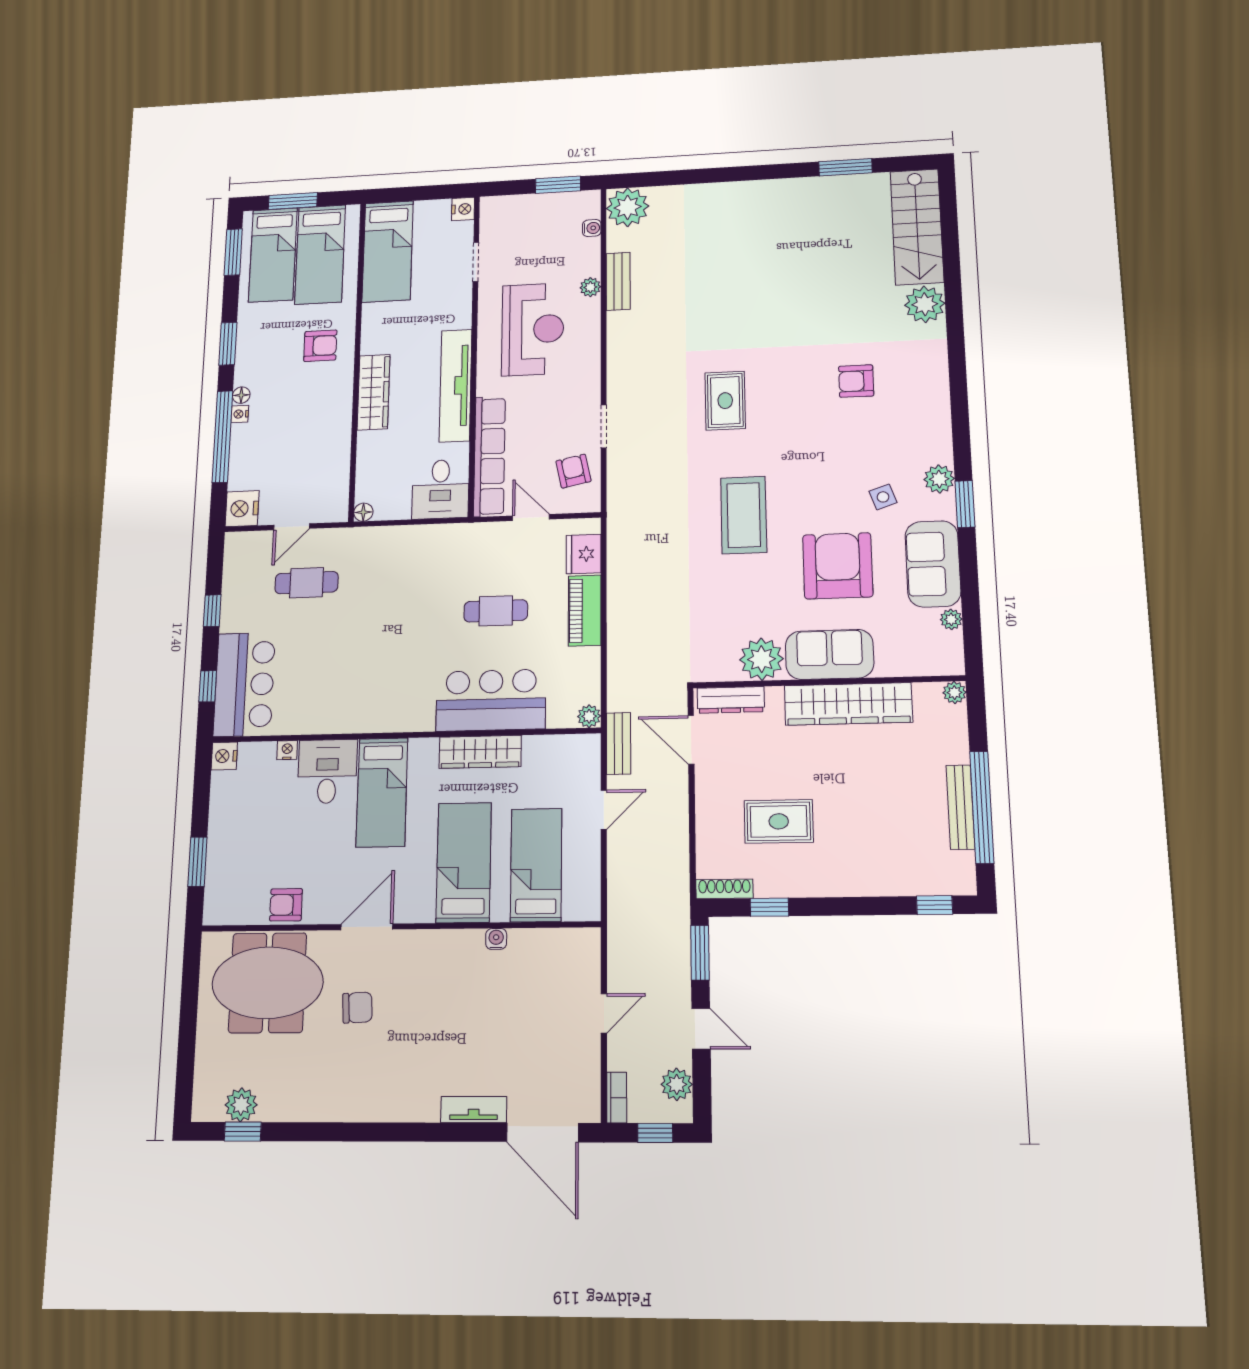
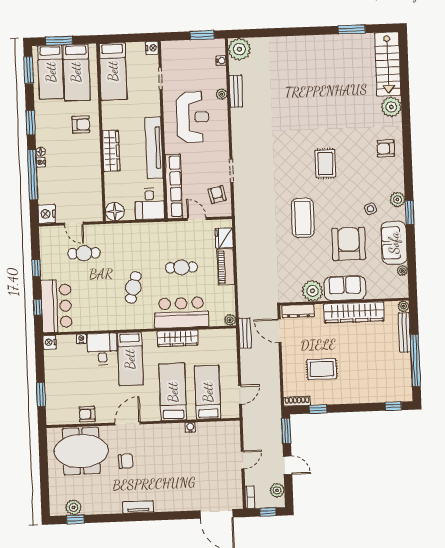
armchair: (856, 381) -> (386, 148), moved
rug: (725, 401) -> (325, 164), moved
floor lamp: (363, 512) -> (115, 211), width x1.89, depth x1.89
door: (292, 527) -> (74, 224), hinge flipped
cafe table: (398, 649) -> (133, 287), added
bench: (960, 807) -> (405, 332), moved
door: (604, 810) -> (240, 395), moved
tv unit: (474, 1110) -> (138, 507), moved

